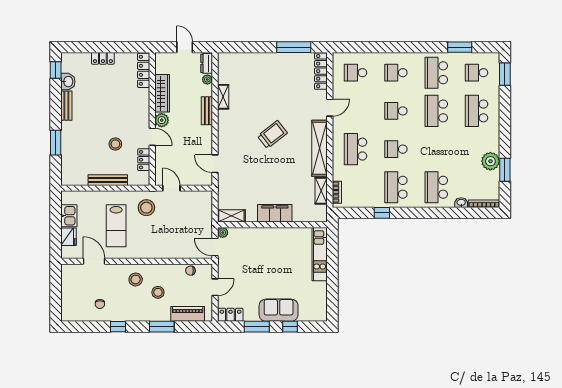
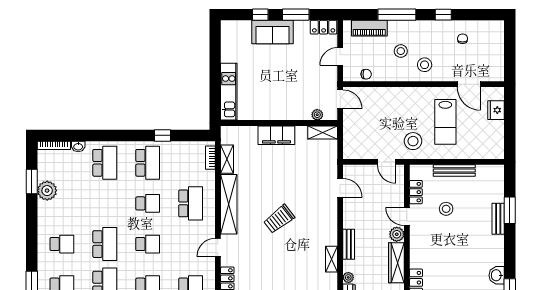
bench: (66, 106) -> (498, 219), moved
school desk: (477, 111) -> (62, 244), width x0.54
kitchen sink: (69, 216) -> (496, 133), removed
lab bench: (116, 226) -> (445, 122), turned 180
plant: (223, 233) -> (317, 115), moved
window: (162, 327) -> (397, 15), width x1.44

